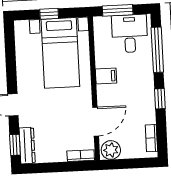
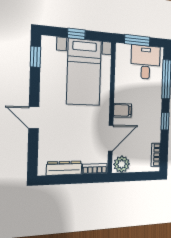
filing cabinet: (106, 76) -> (122, 110), moved
window: (15, 145) -> (35, 57), moved
dresser: (27, 146) -> (64, 168), moved, turned -90

